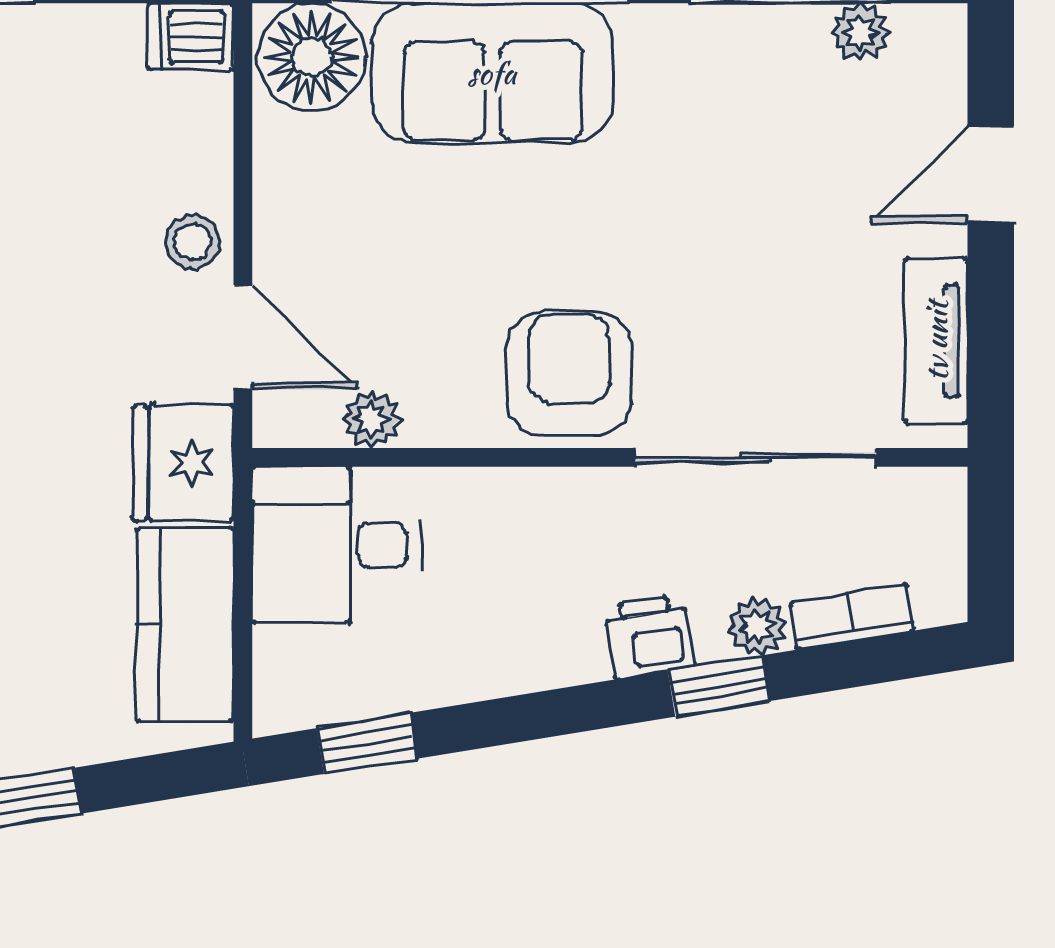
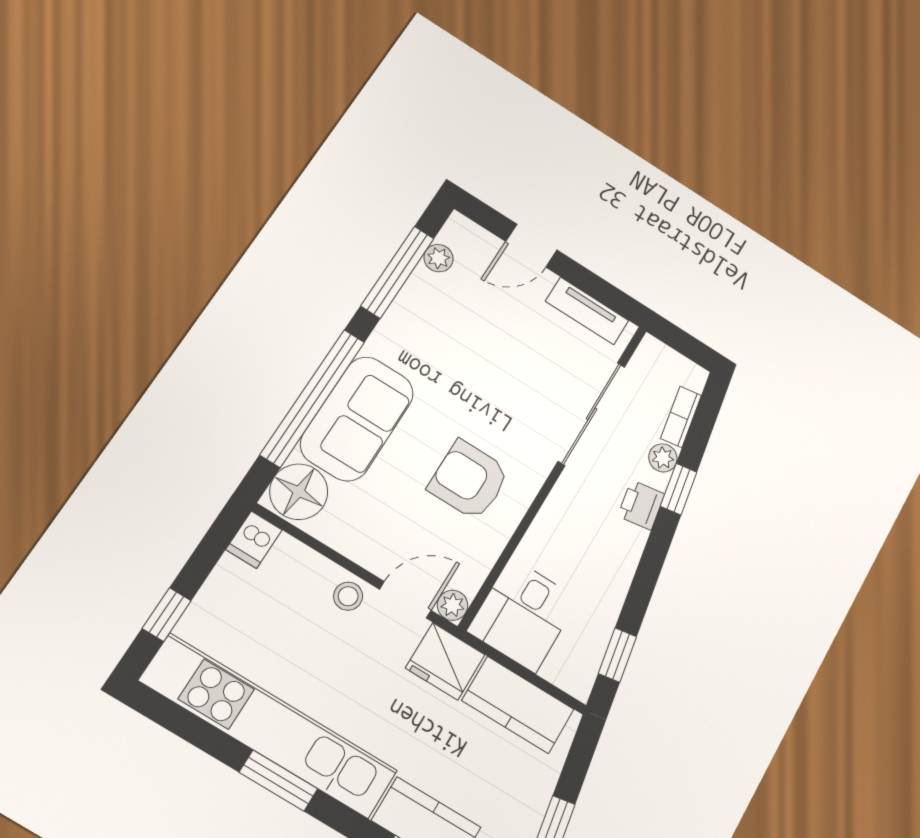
door: (991, 174) -> (531, 246), hinge flipped
armchair: (569, 374) -> (469, 480), moved
plant: (371, 419) -> (453, 605), moved

